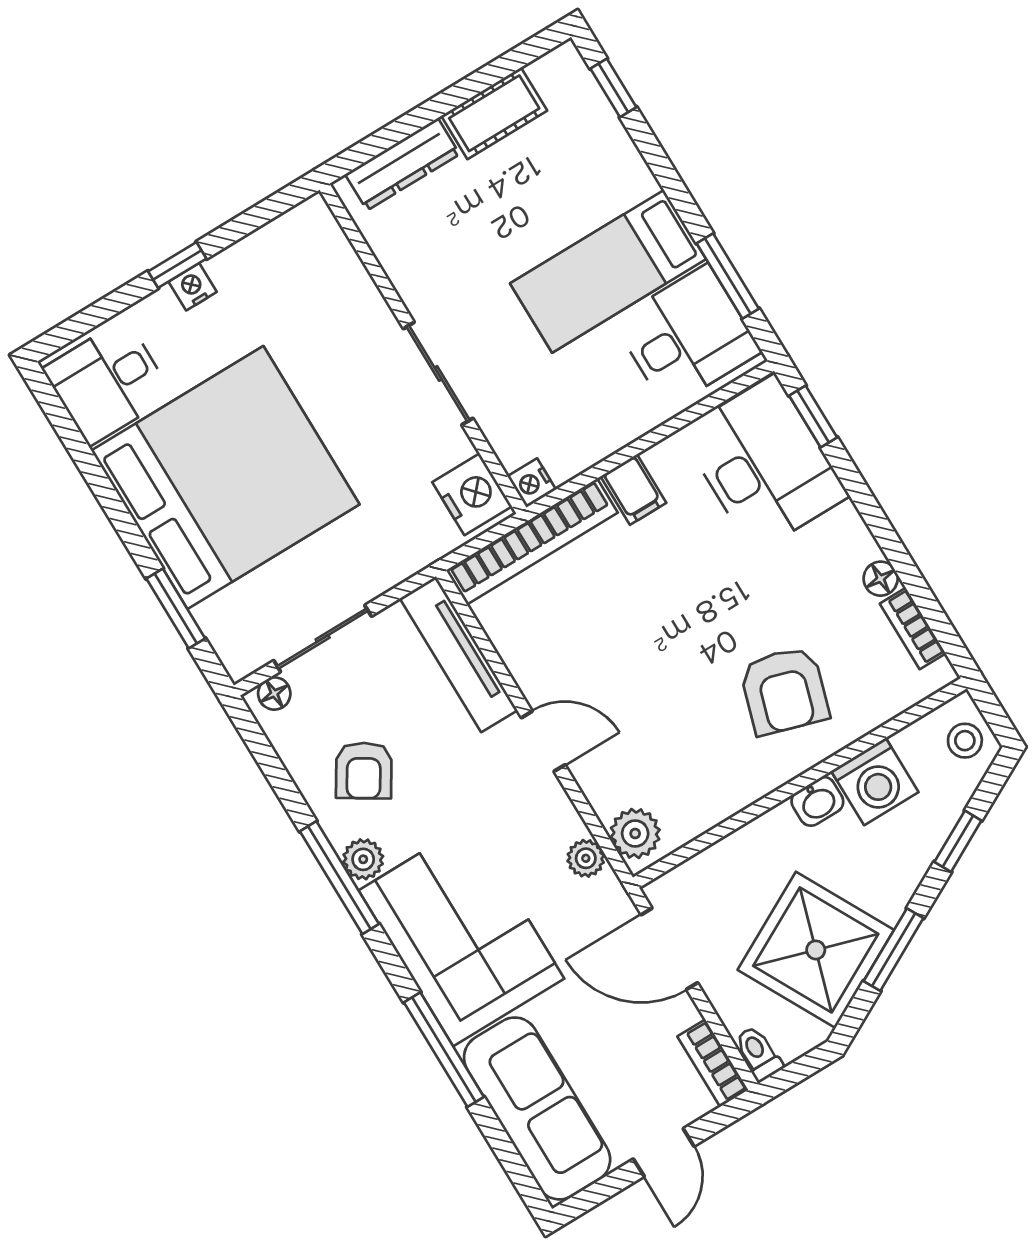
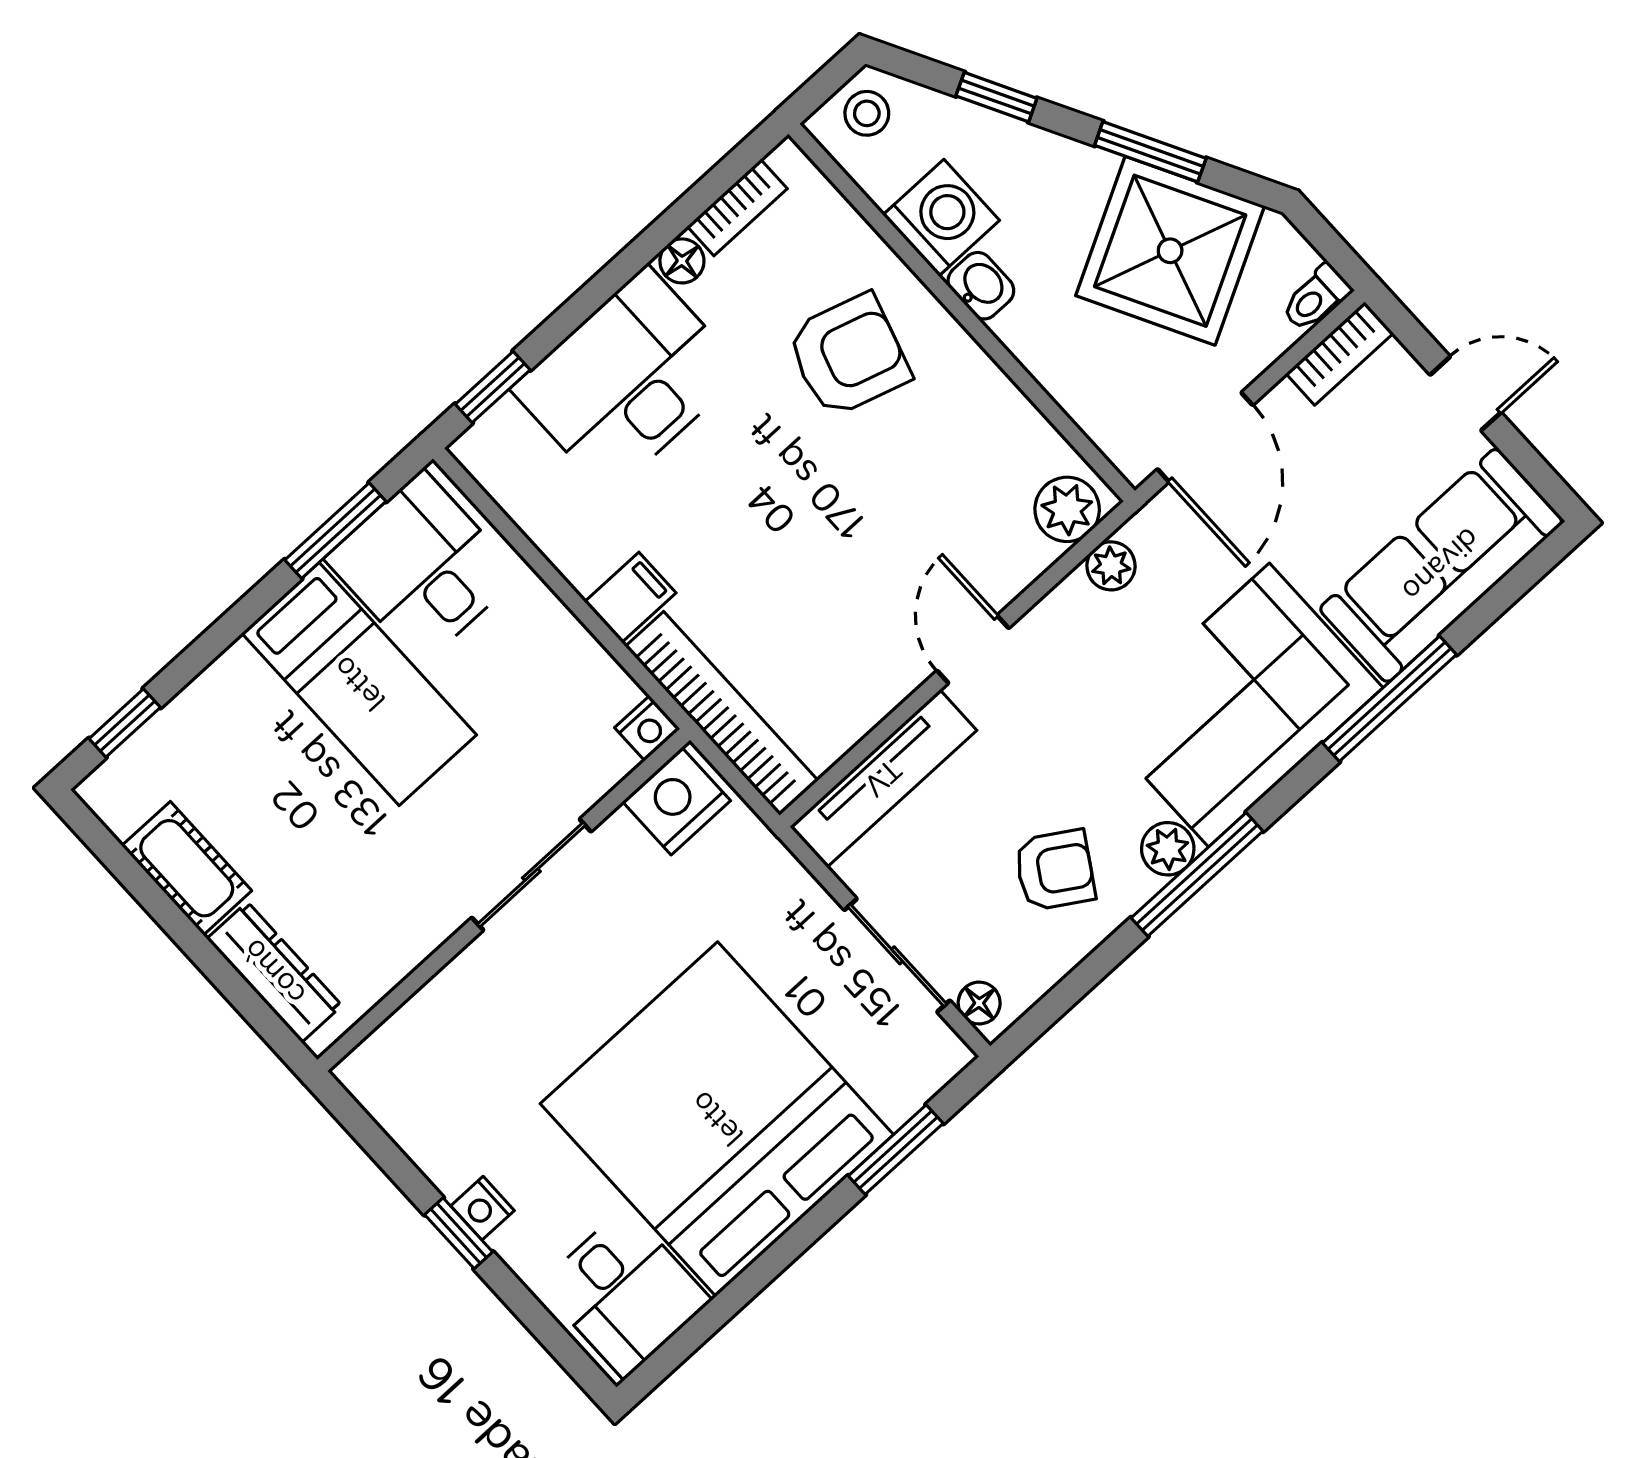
desk: (764, 464) -> (628, 380), moved

